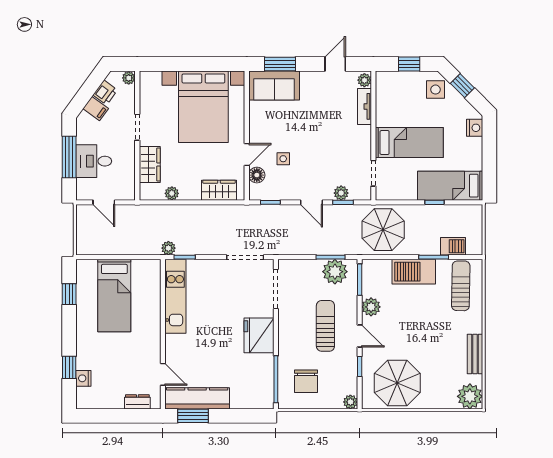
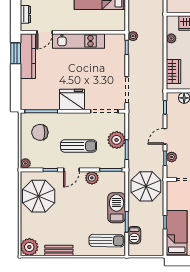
plant: (335, 272) -> (117, 140), moved
kitchen unit: (175, 296) -> (79, 41), moved

